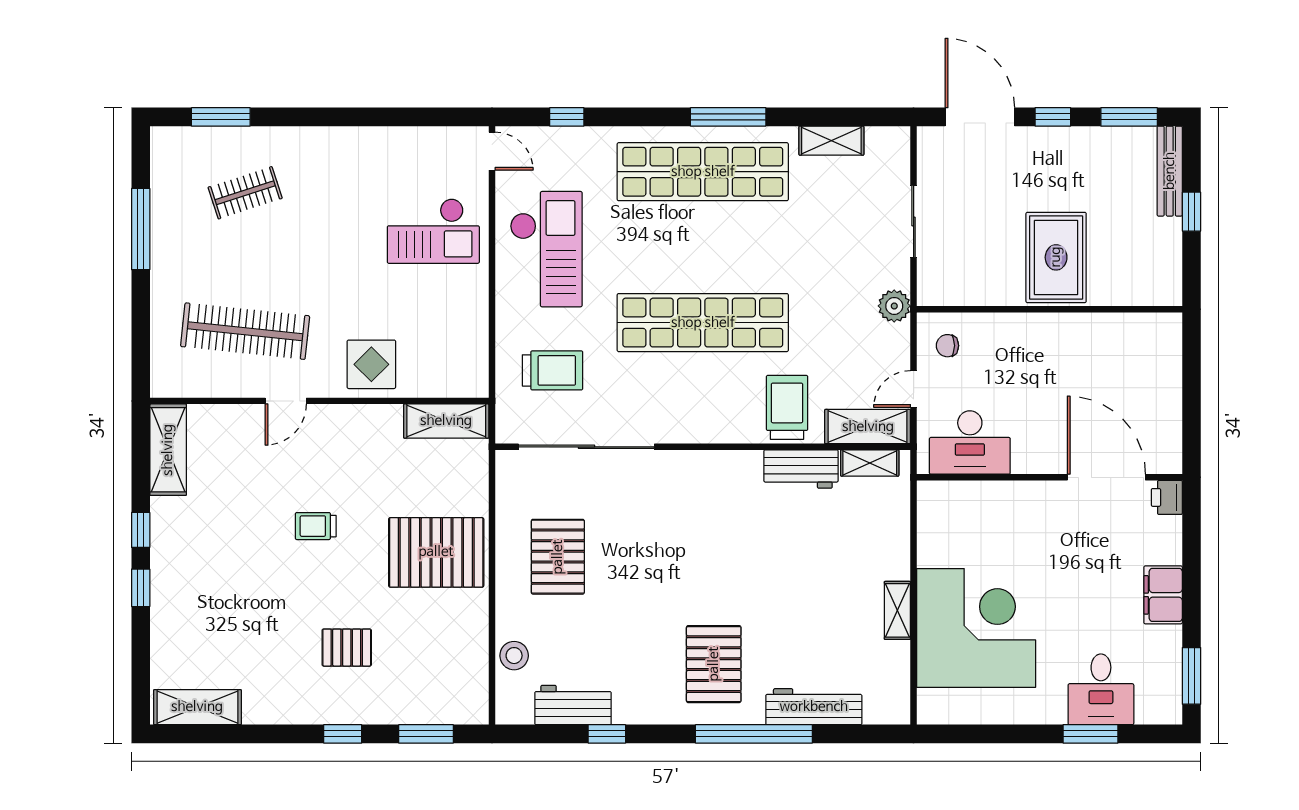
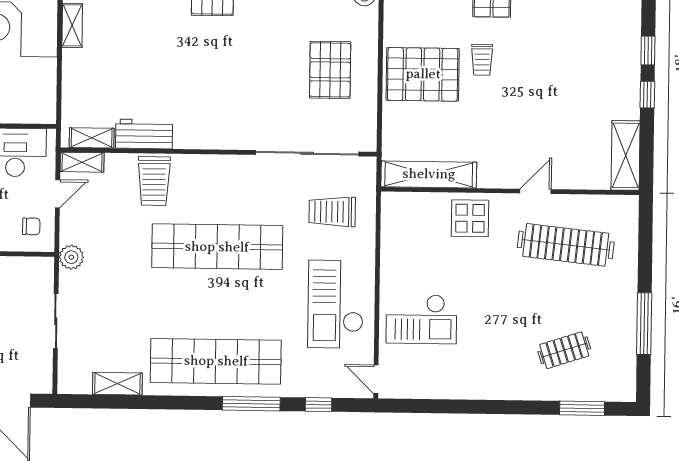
window: (728, 117) -> (251, 404), moved
checkout: (433, 231) -> (421, 319), turned 180
shelving: (446, 421) -> (429, 174), width x1.47
shelving: (868, 427) -> (82, 162), width x0.67, depth x0.75
trolley: (316, 526) -> (482, 60), moved, turned 90

